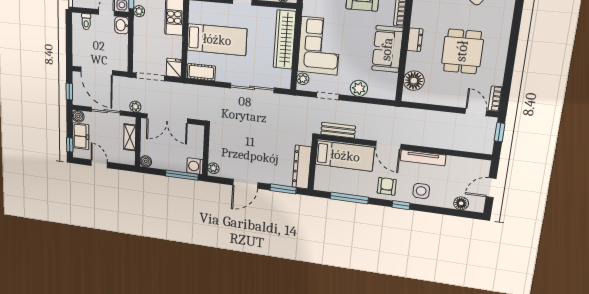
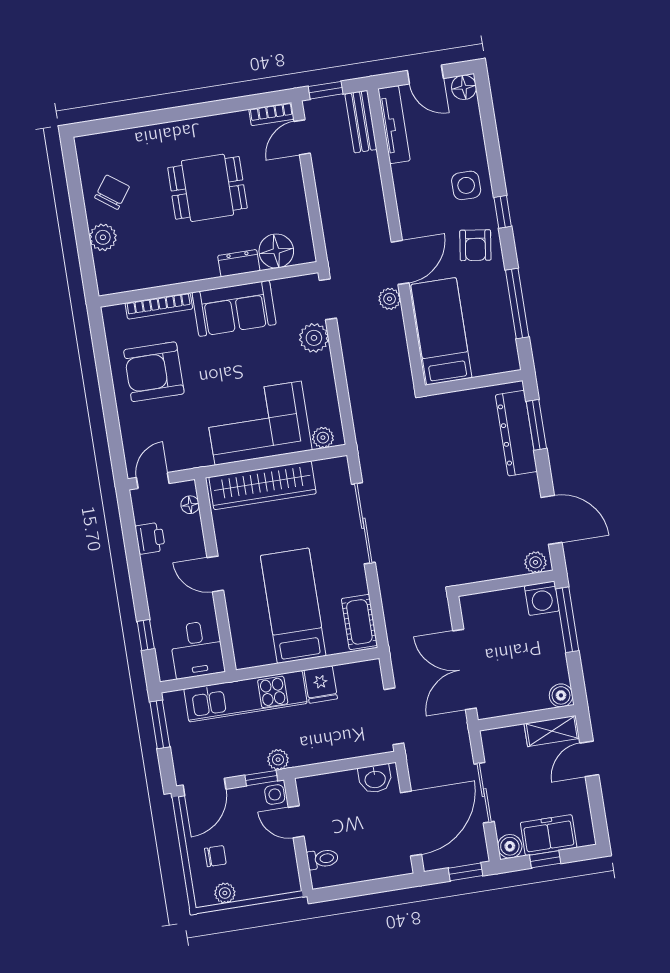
washbasin: (122, 25) -> (375, 779), moved
dresser: (415, 40) -> (239, 263), moved
fridge: (174, 68) -> (321, 684), moved, turned -90
doorway: (328, 96) -> (328, 299), moved
plant: (135, 107) -> (390, 299), moved
double door: (167, 119) -> (465, 669), swing flipped
bench: (338, 130) -> (361, 122), moved
shelving: (130, 137) -> (552, 731), moved
window: (70, 145) -> (545, 859), moved
tv unit: (423, 158) -> (394, 125), moved
door: (99, 164) -> (589, 759), moved
dresser: (302, 167) -> (516, 433), moved, turned 90
door: (245, 184) -> (551, 520), moved
armchair: (387, 186) -> (475, 245), turned -82
floor lamp: (461, 203) -> (464, 87), moved

